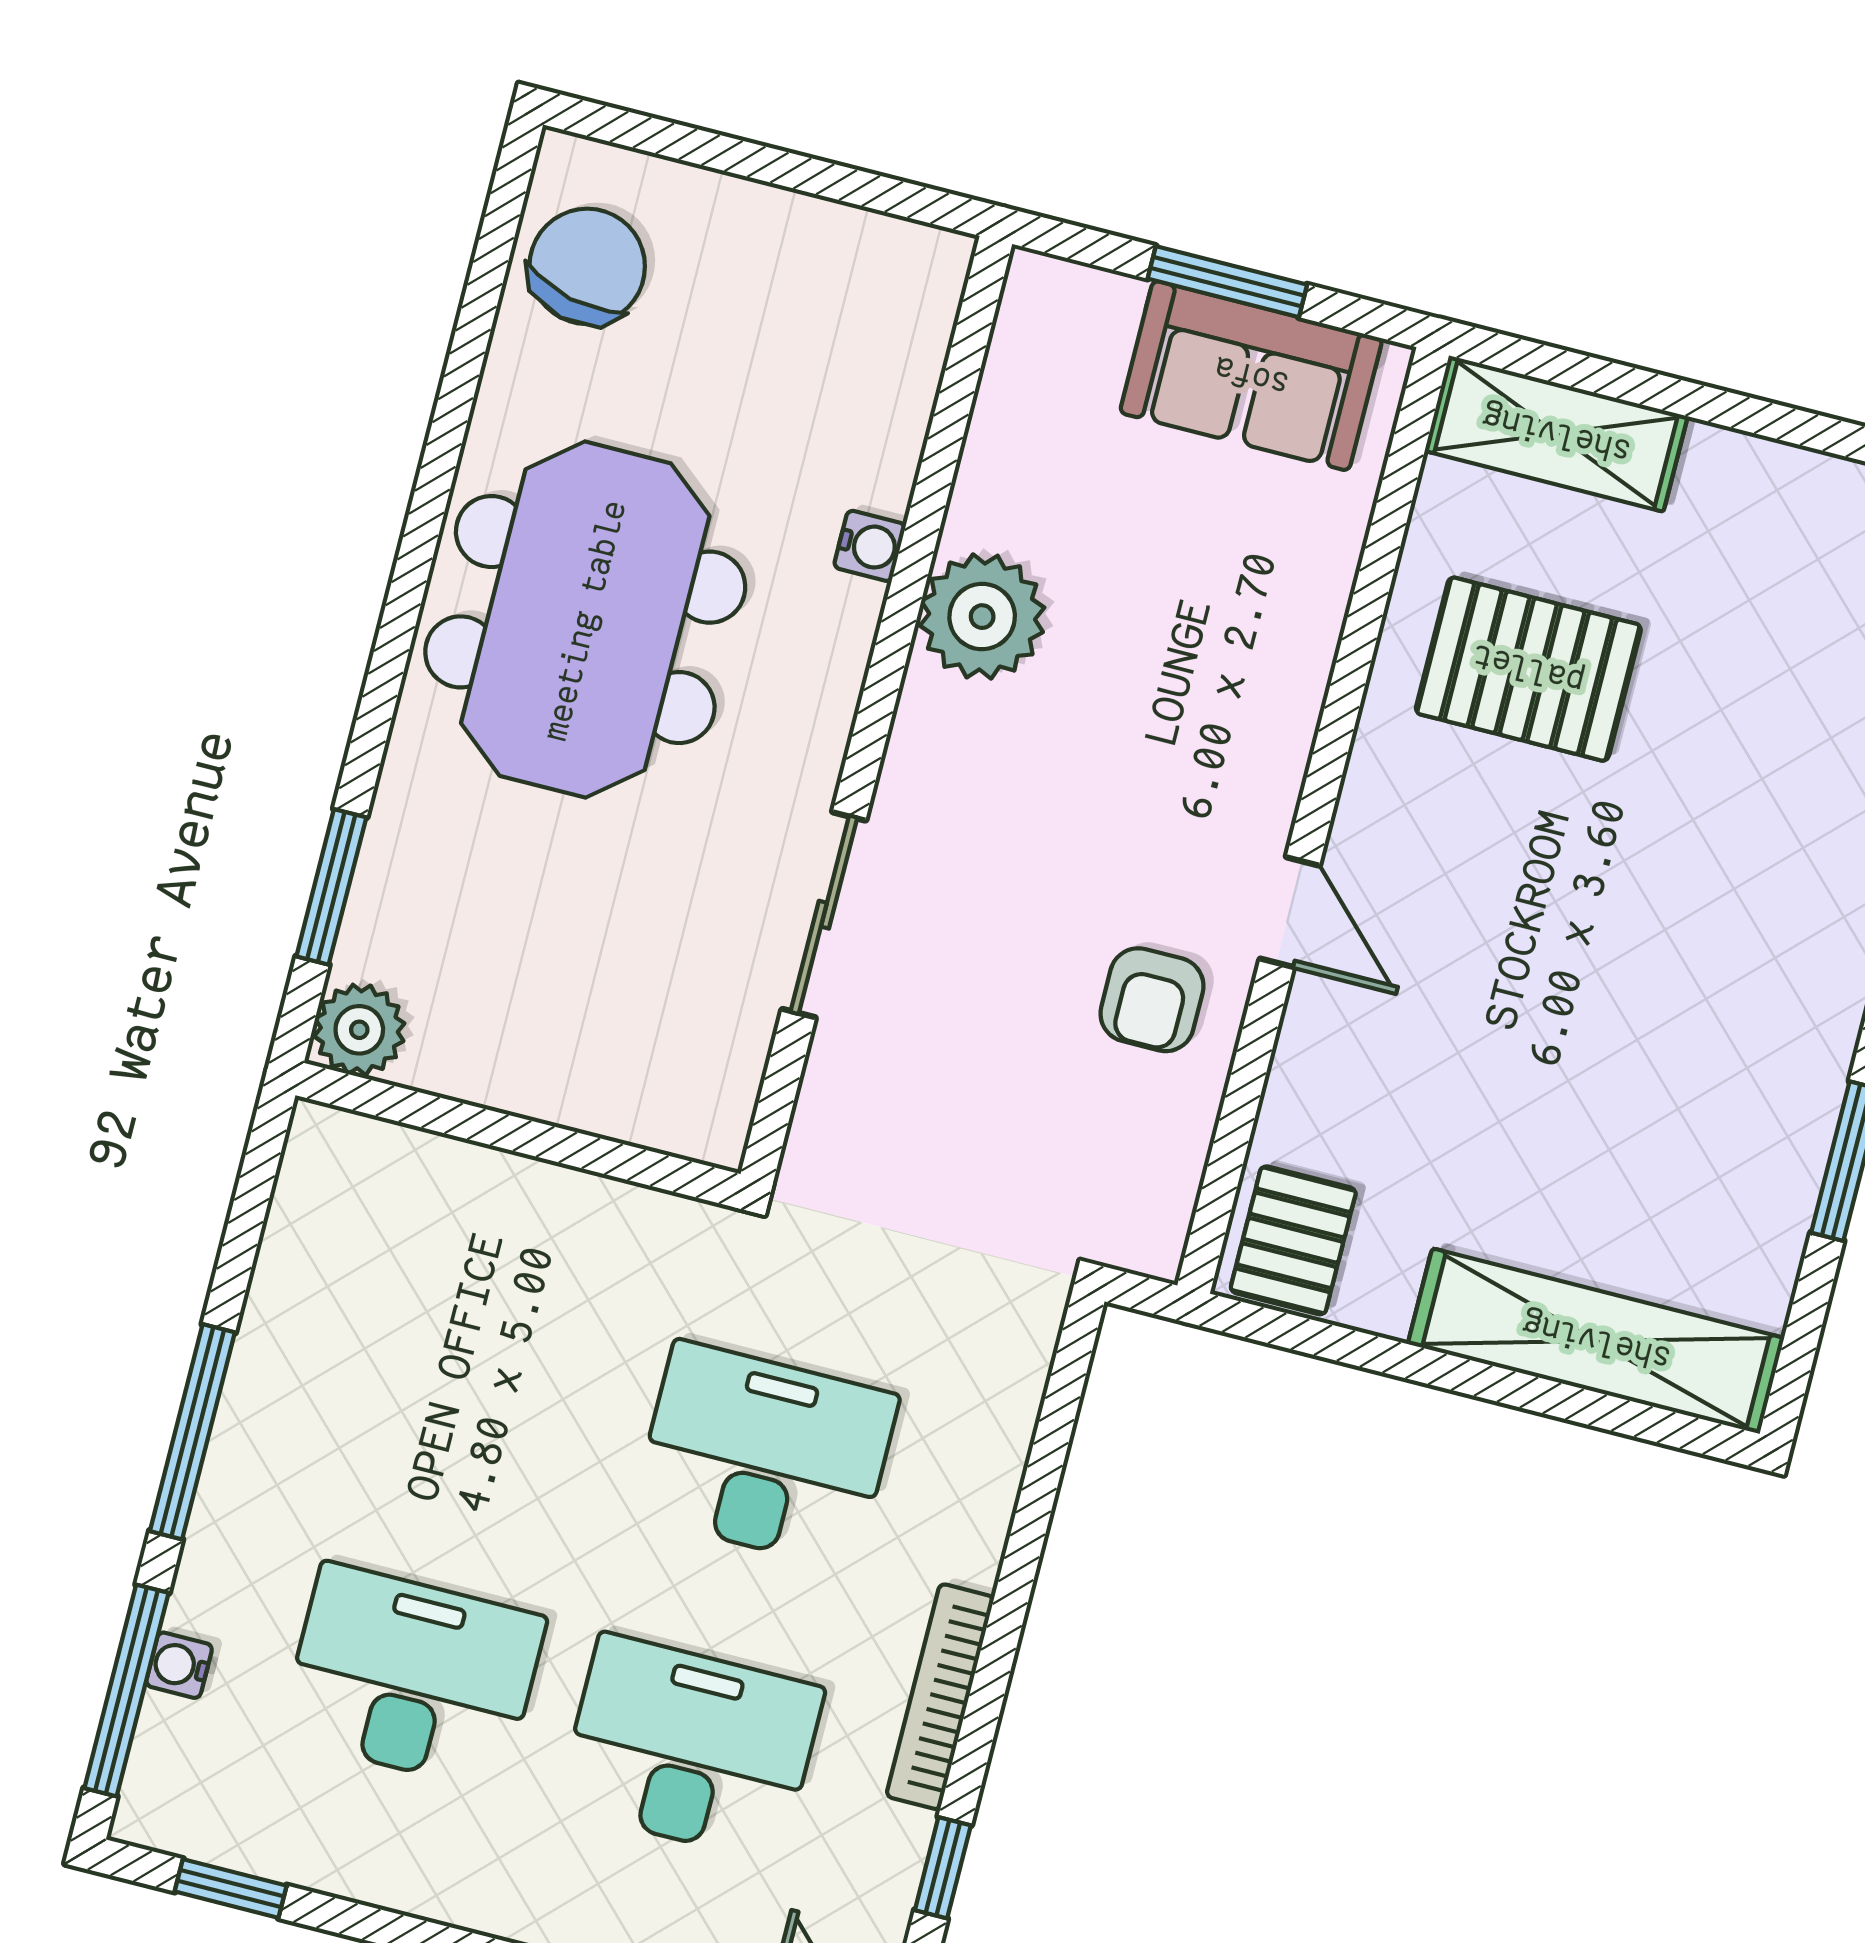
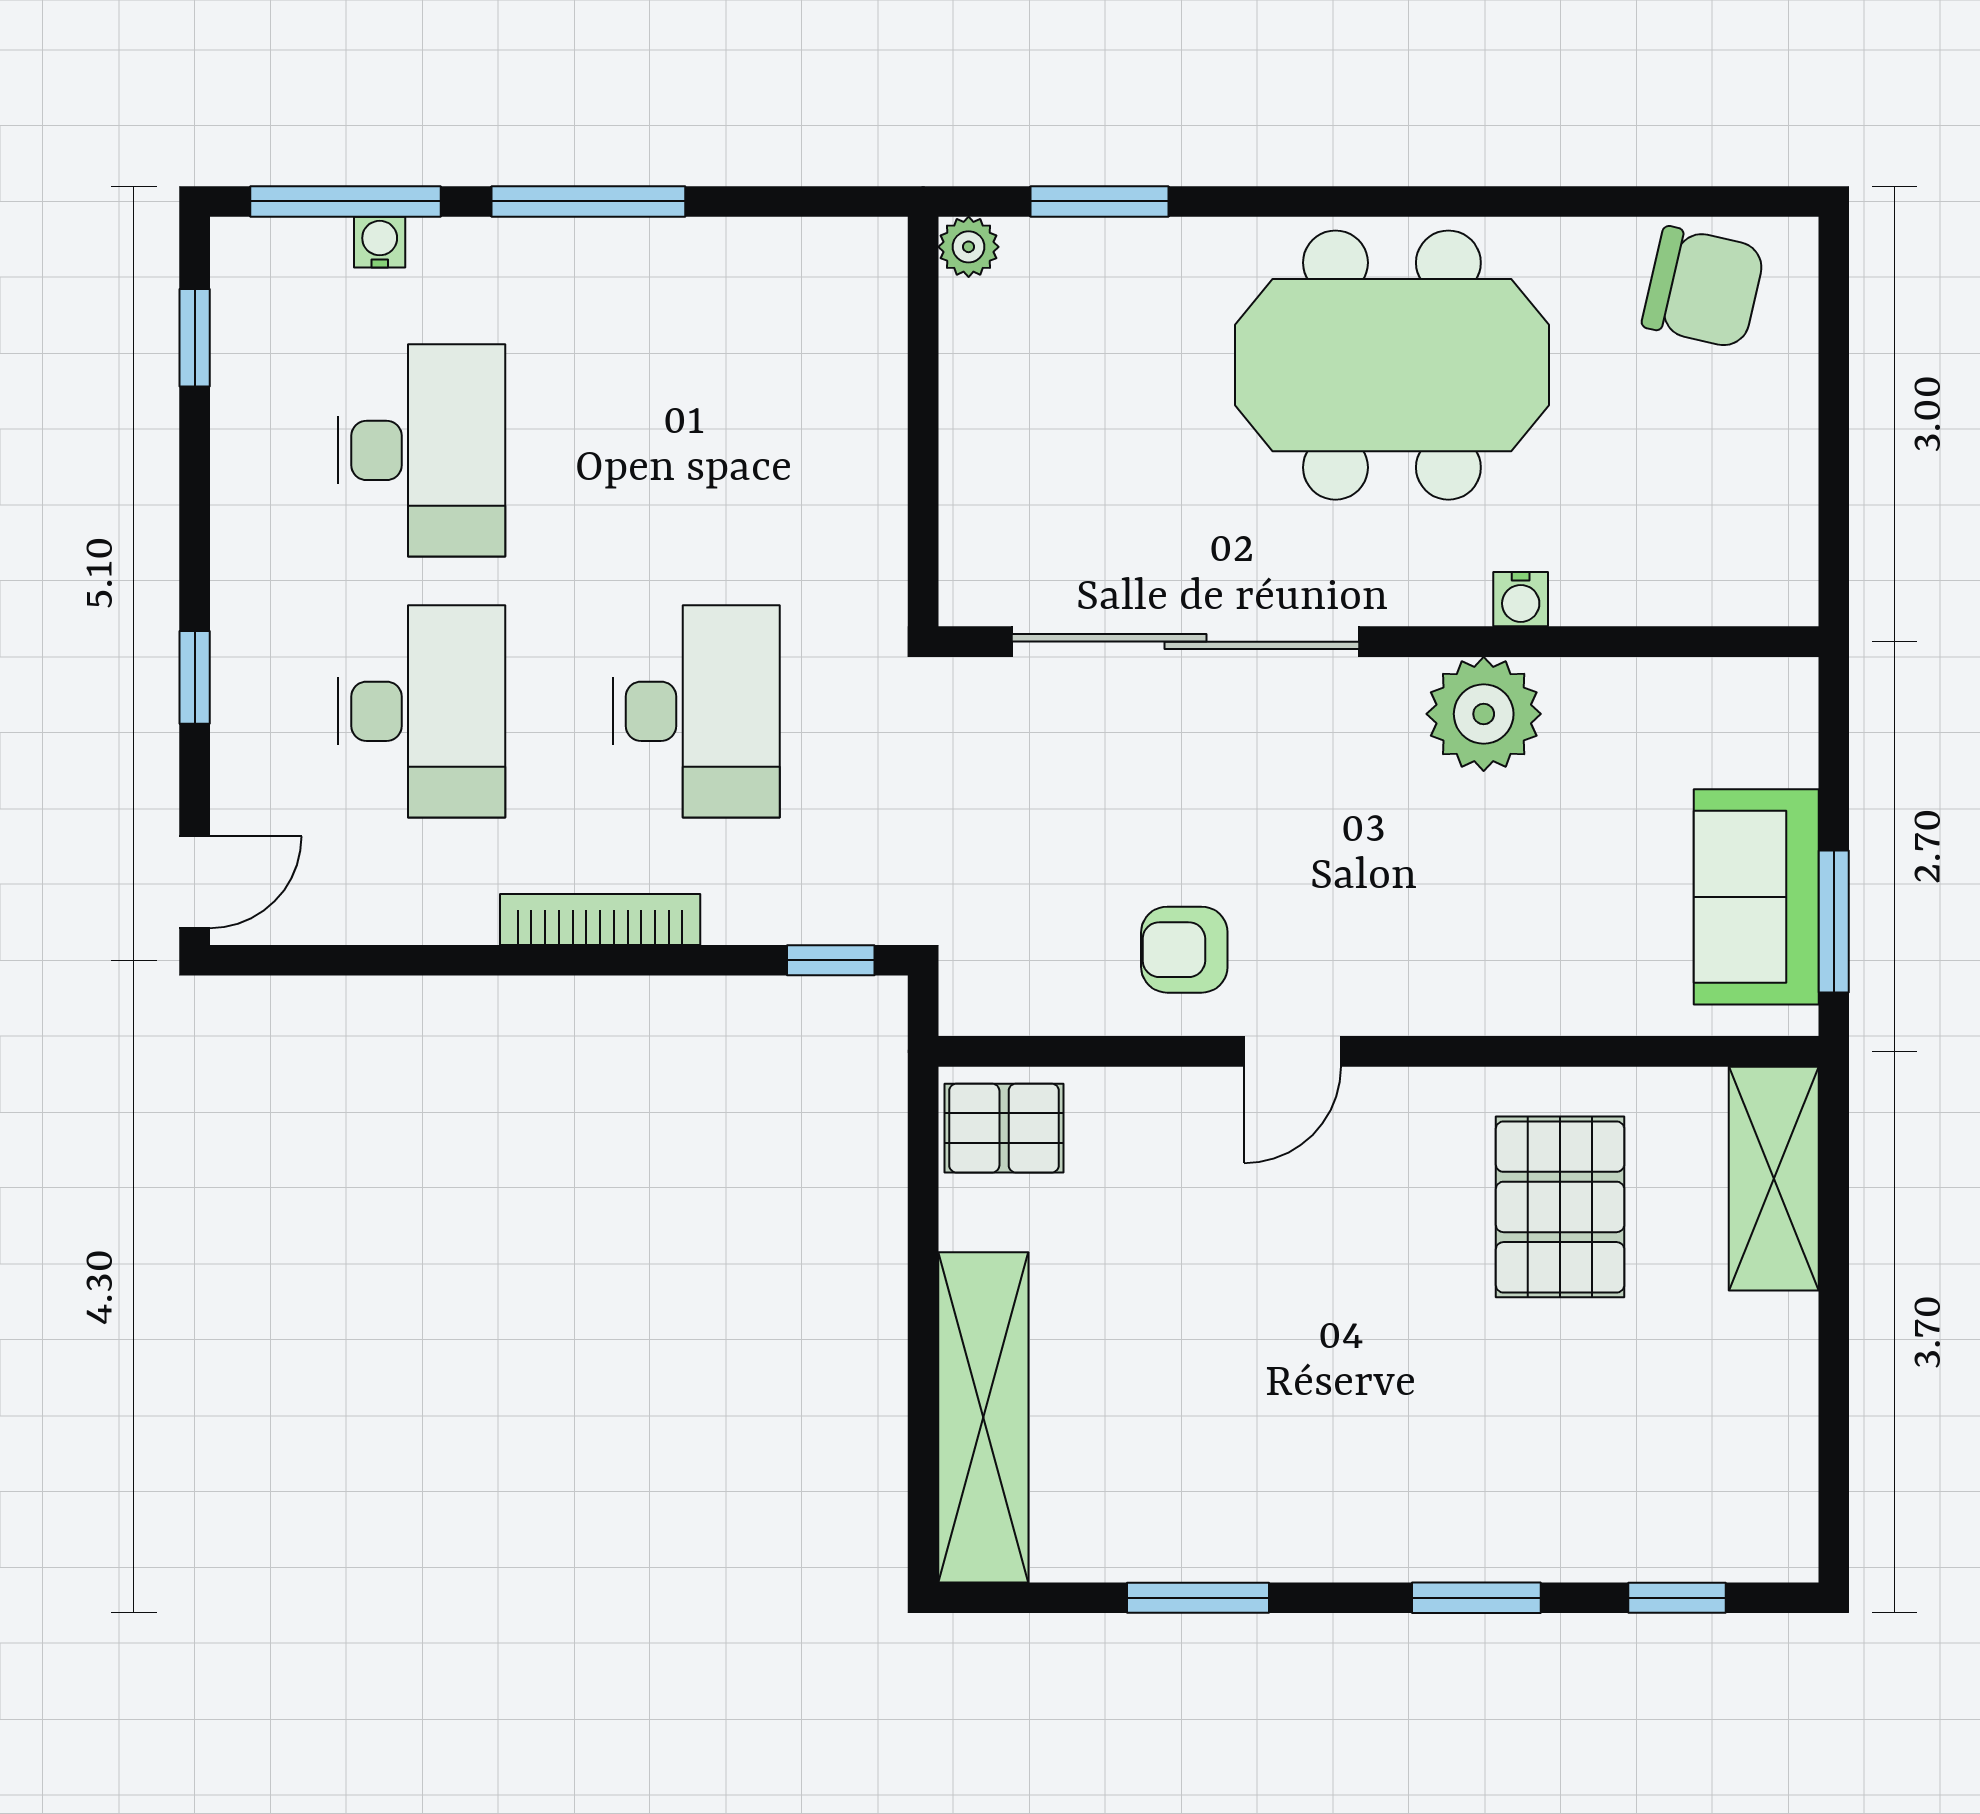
window: (1227, 282) -> (1834, 922), moved
sliding door: (824, 915) -> (1186, 642), width x1.86
plant: (359, 1030) -> (969, 247), width x0.73, depth x0.73
bookcase: (940, 1697) -> (600, 920), moved
window: (943, 1868) -> (831, 960), moved

